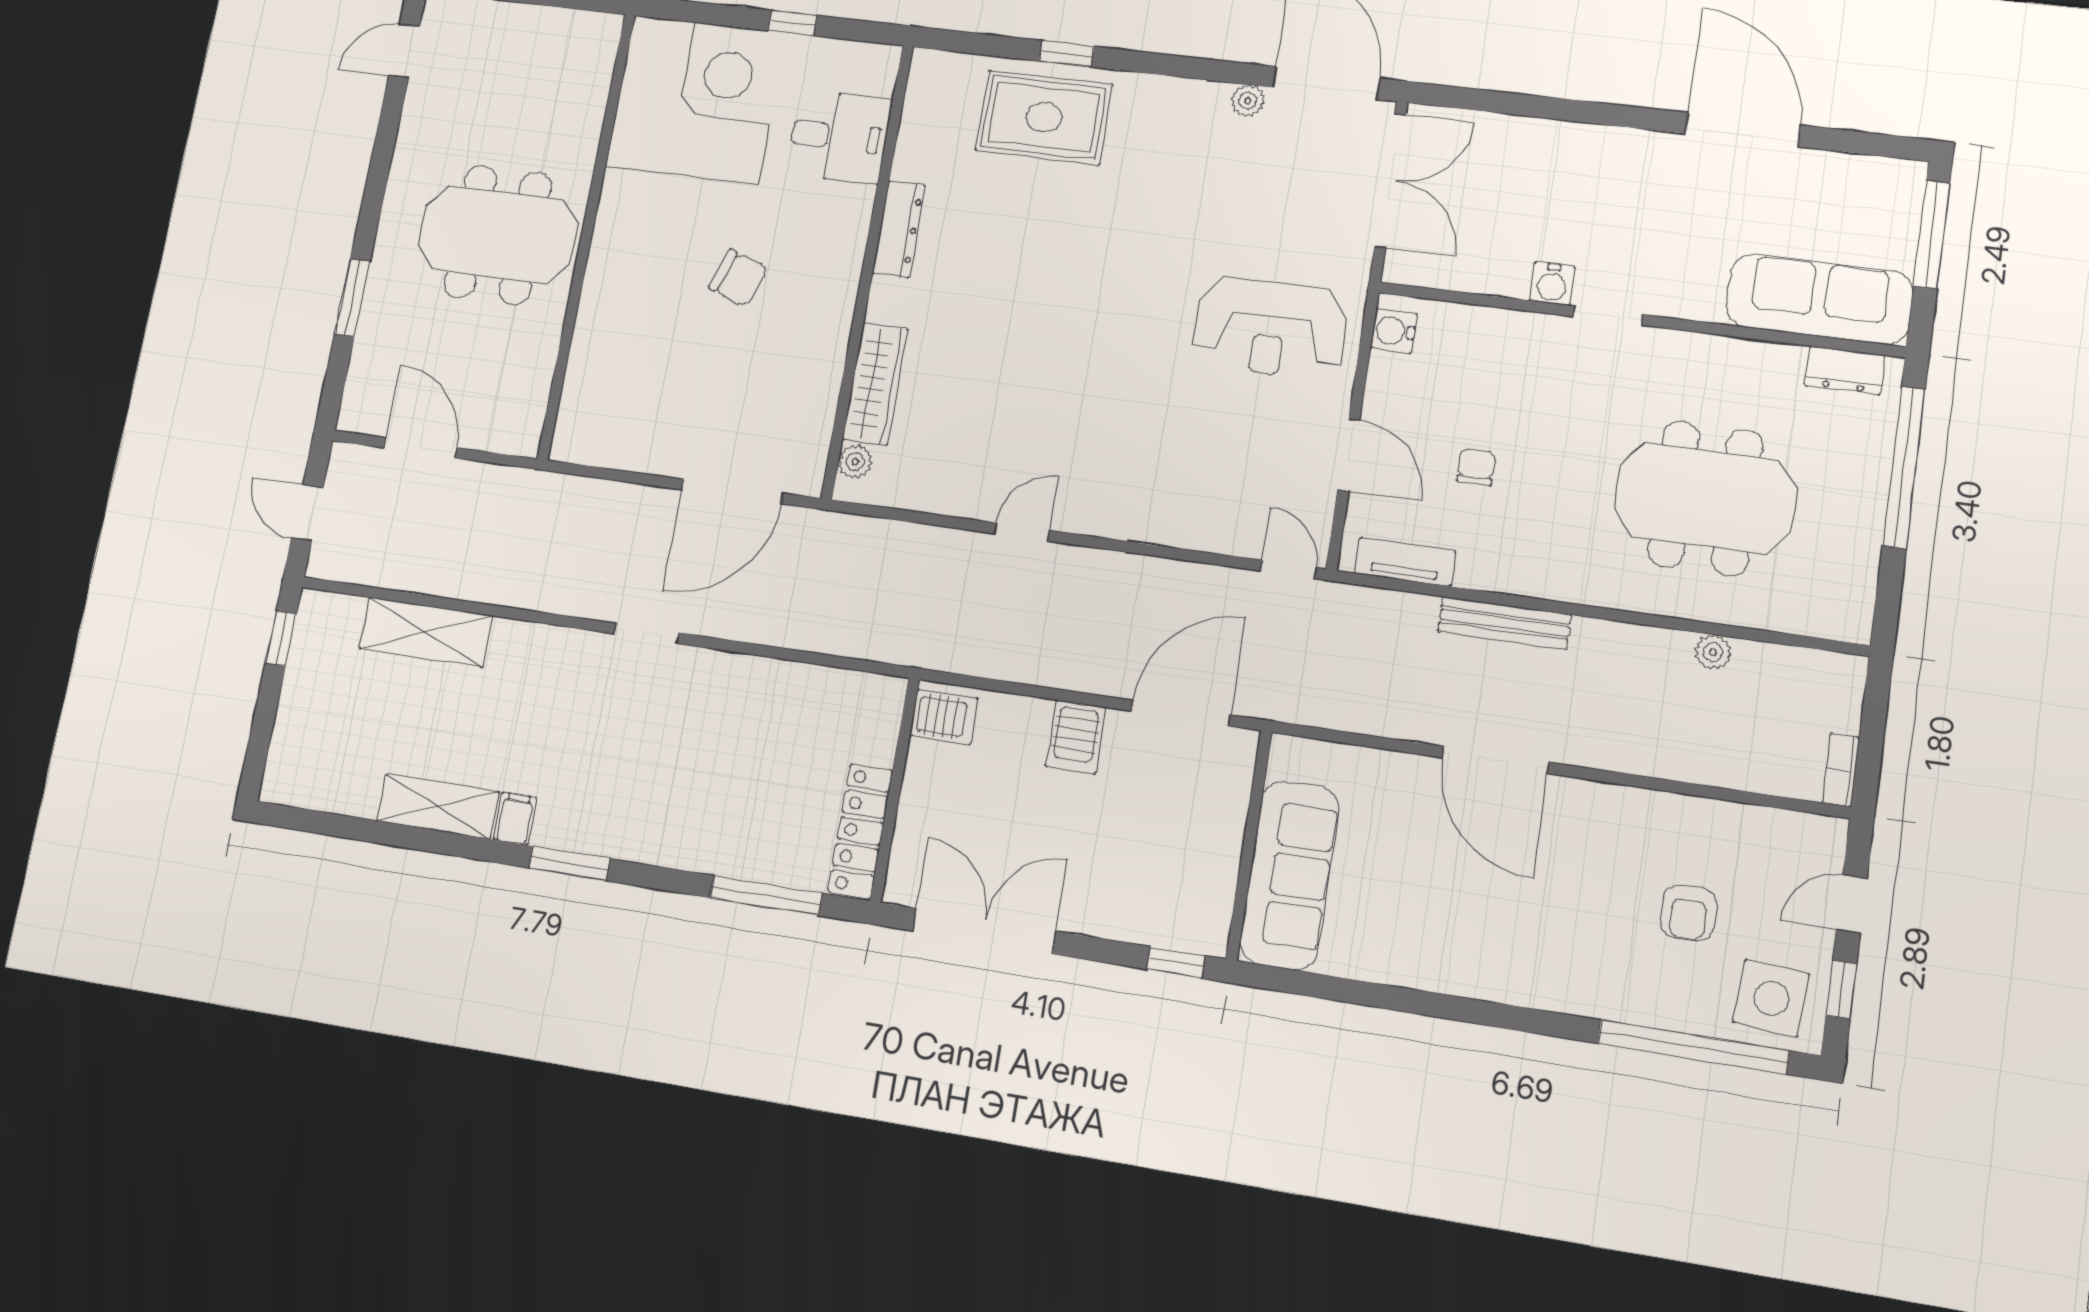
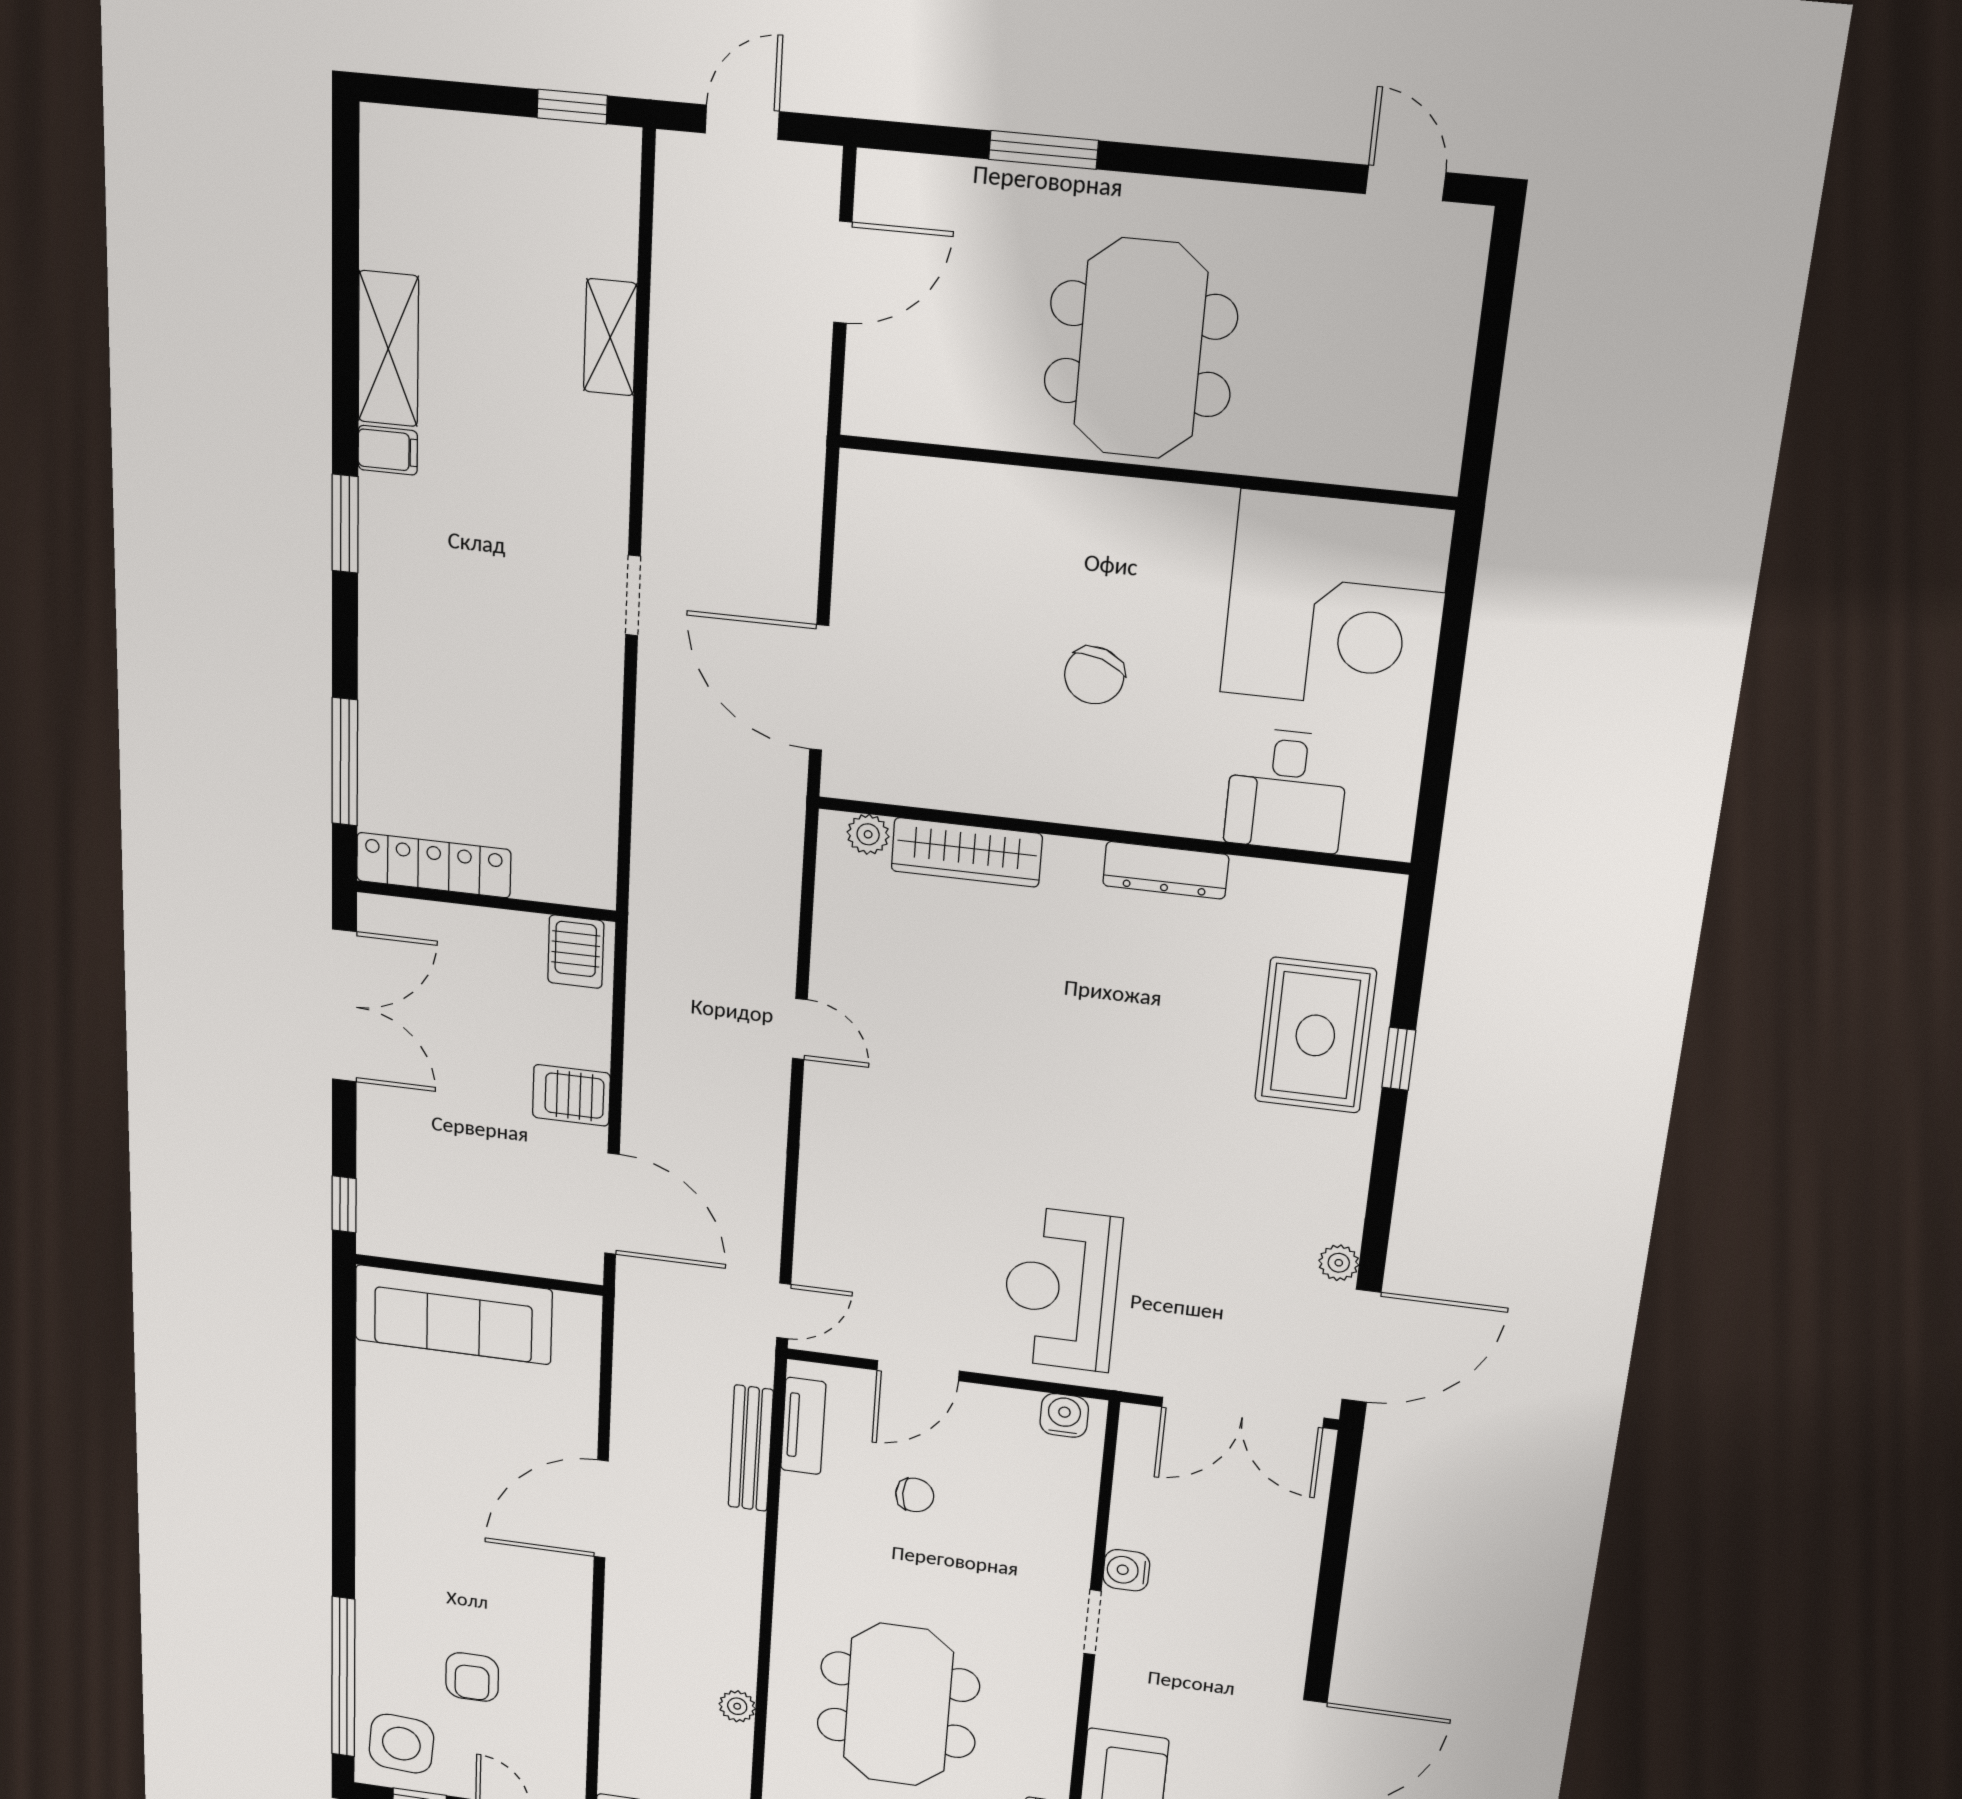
window: (793, 23) -> (1443, 721), removed
bench: (1504, 623) -> (751, 1448), moved
shelving: (426, 632) -> (610, 337), width x0.67, depth x0.75
armchair: (1689, 913) -> (472, 1677), turned -90

